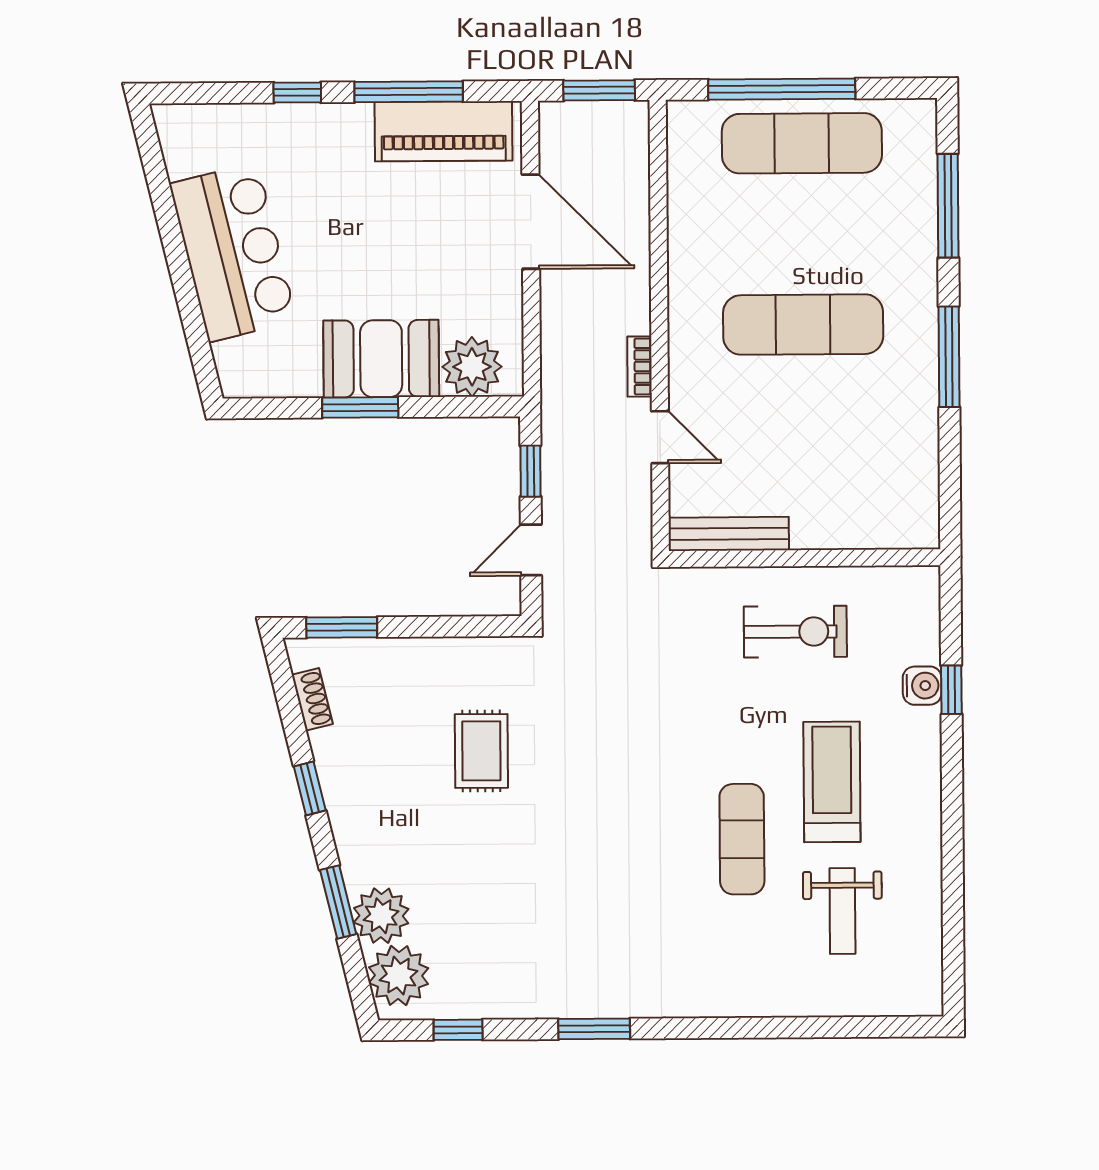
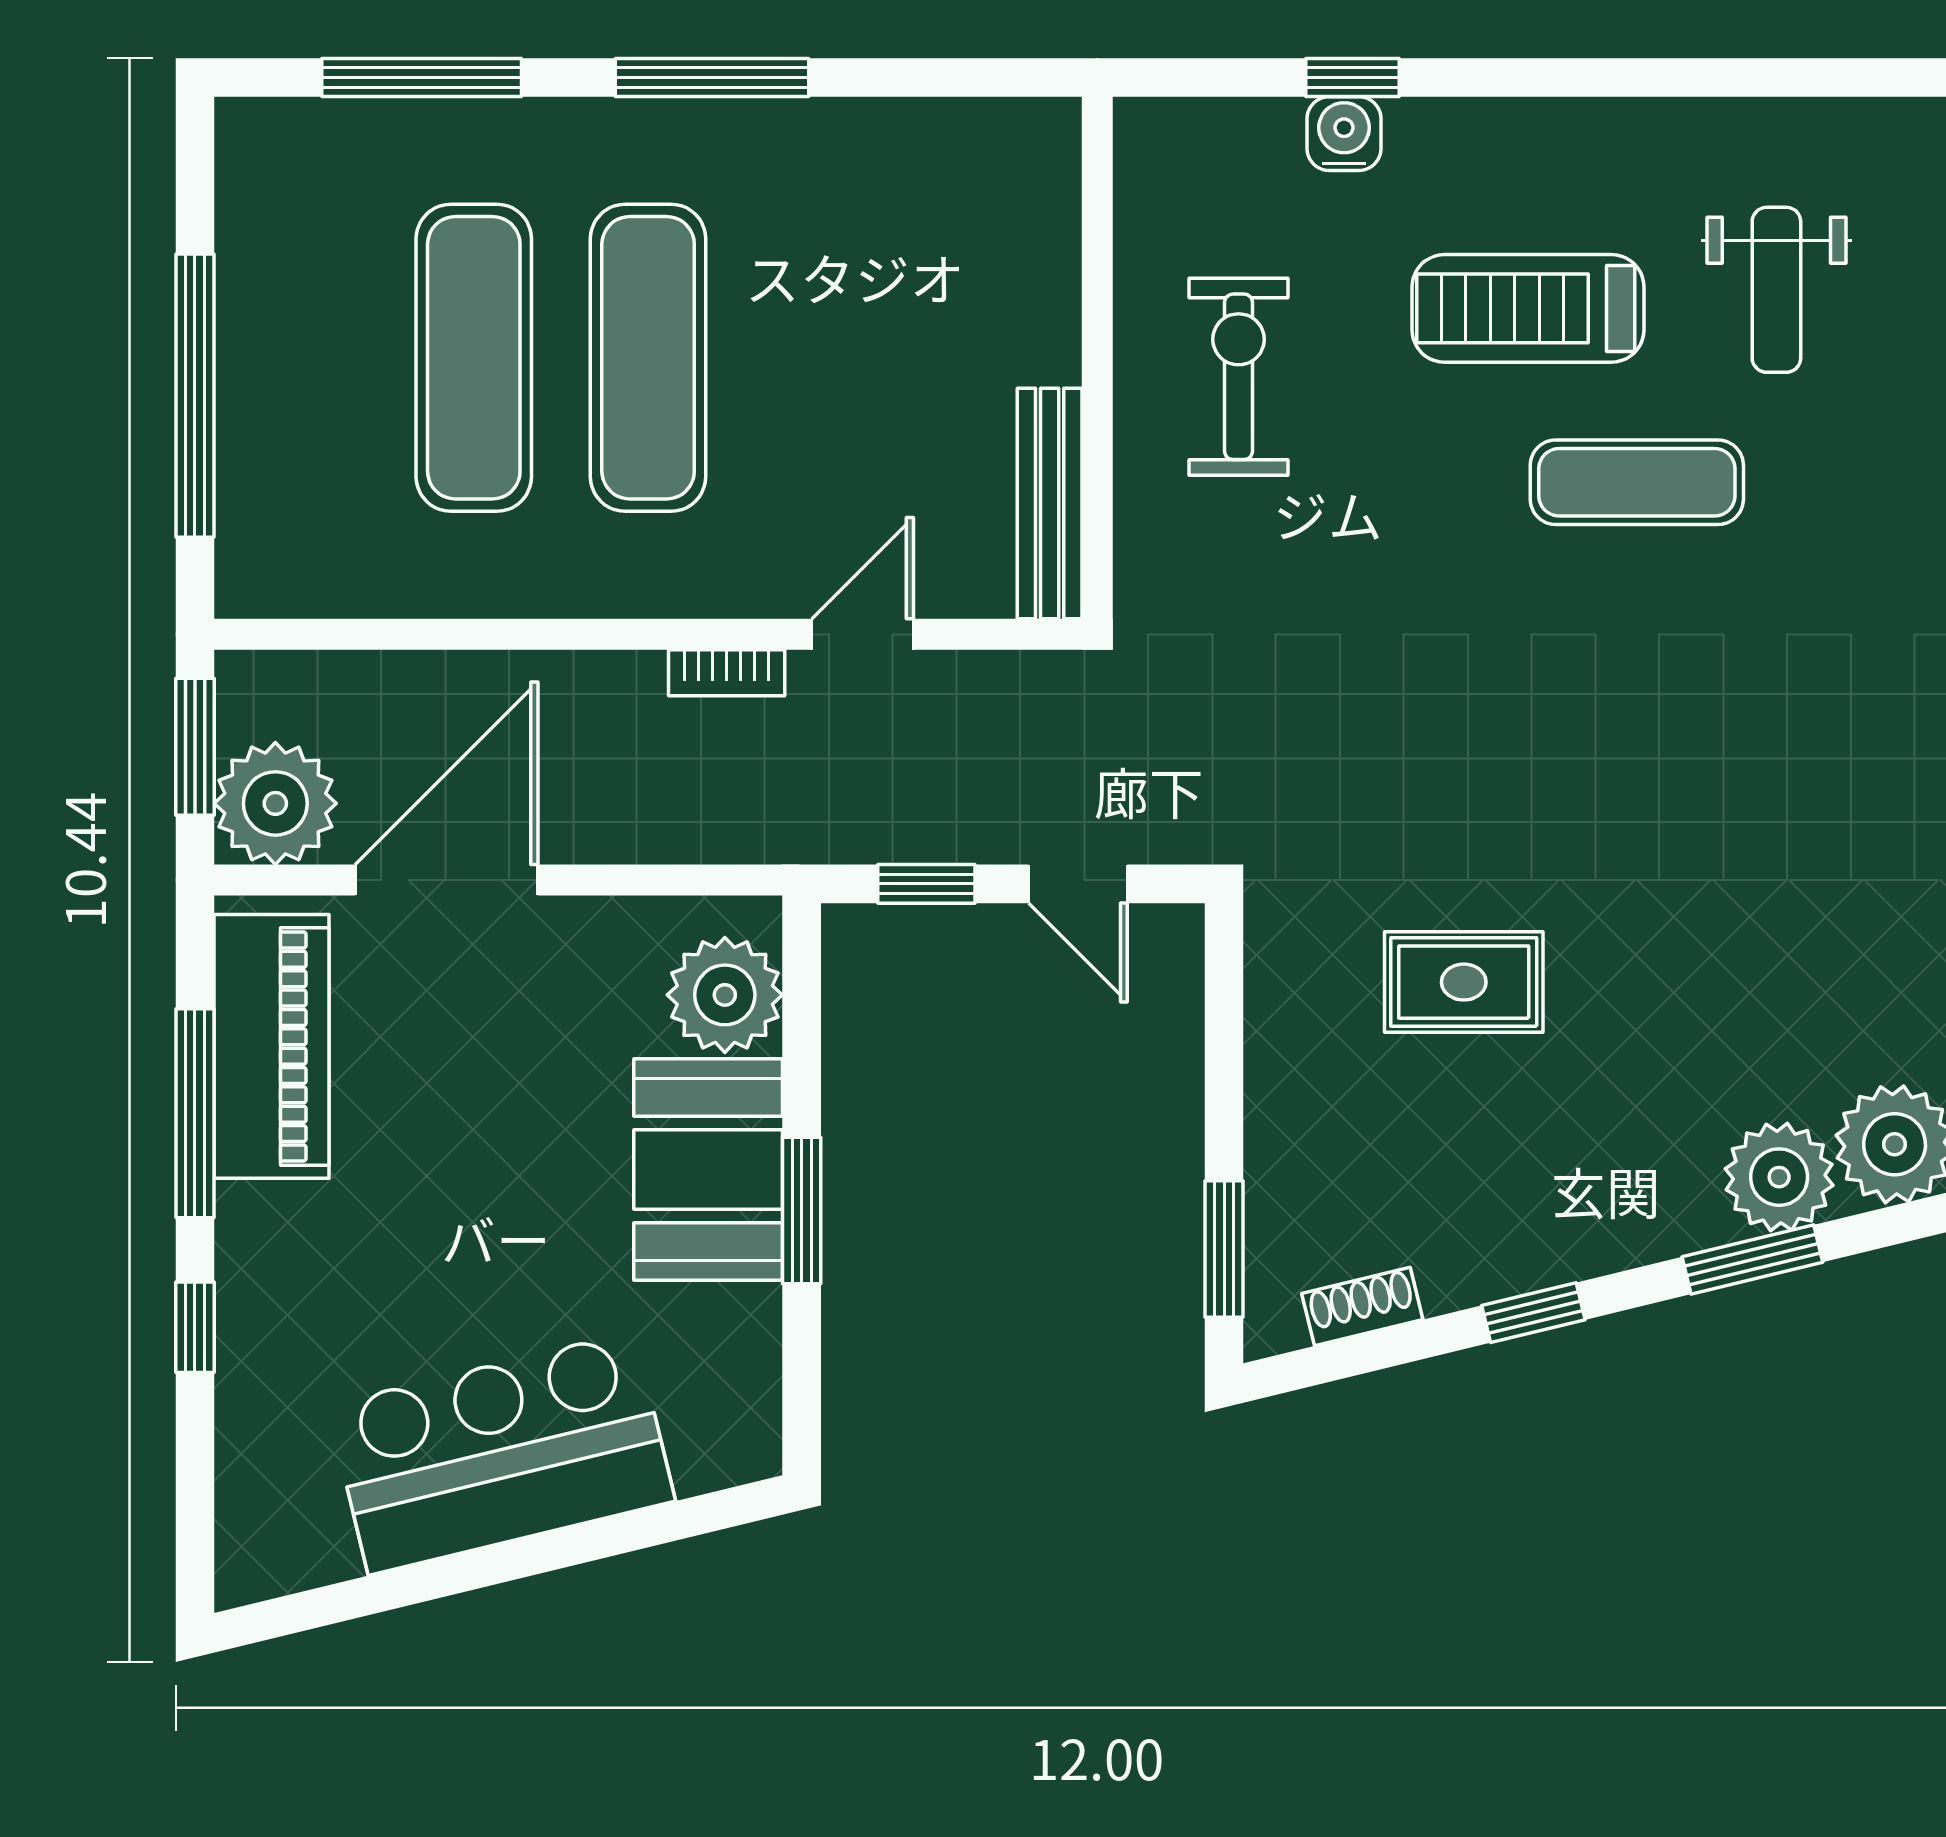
plant: (570, 132) -> (275, 803), added
exercise mat: (802, 143) -> (474, 358), moved
weight bench: (842, 911) -> (1776, 290), turned 90

